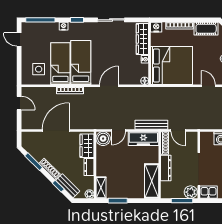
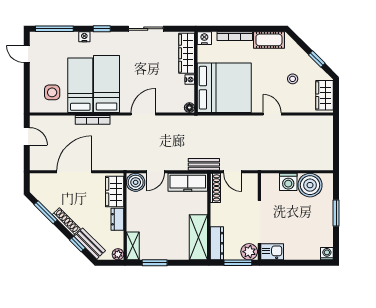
bench: (151, 125) -> (204, 164), width x0.73
dresser: (166, 168) -> (217, 243), moved

